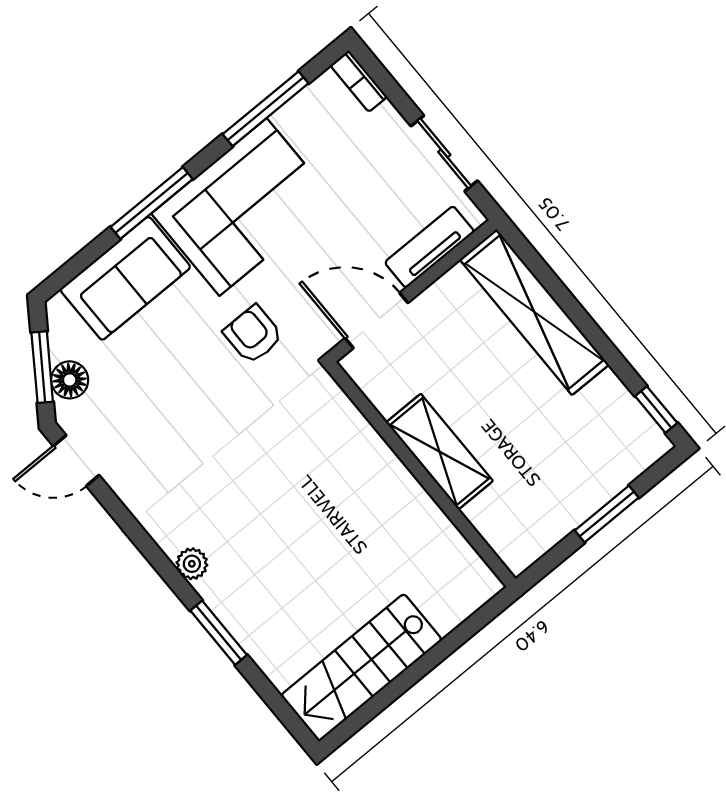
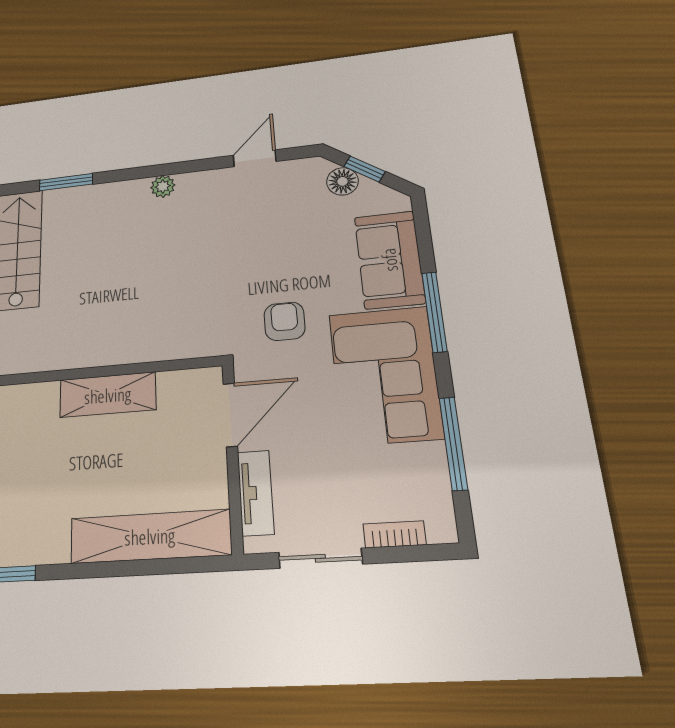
bookcase: (359, 81) -> (395, 534), moved
armchair: (253, 334) -> (285, 321), turned -90
window: (42, 367) -> (364, 169), width x0.67
door: (76, 461) -> (255, 158), moved
window: (219, 633) -> (66, 182), moved

